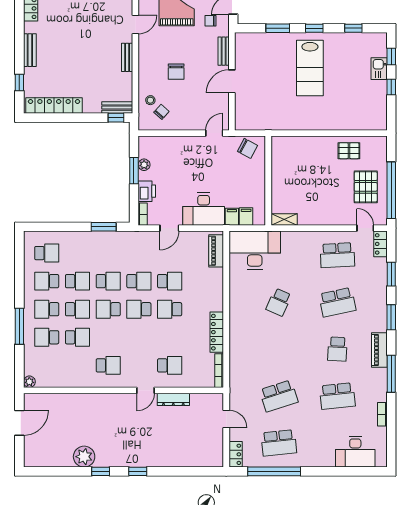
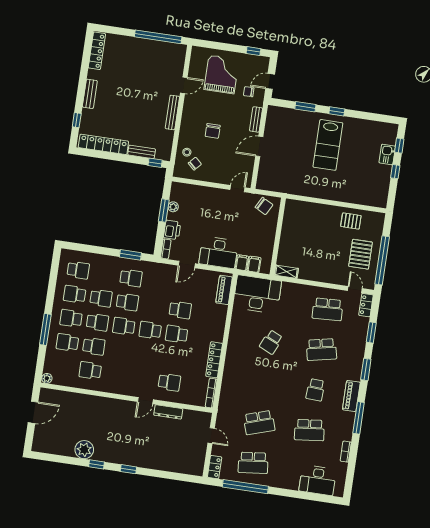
window: (353, 28) -> (370, 116), removed
bench: (127, 57) -> (172, 112), width x1.36
bench: (117, 108) -> (142, 152), moved
school desk: (139, 281) -> (131, 278), moved
school desk: (108, 365) -> (90, 370), moved, turned 180

